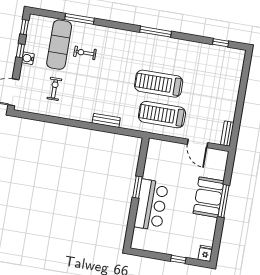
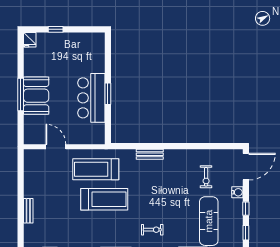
exercise bike: (85, 53) -> (152, 230), moved
water cooler: (28, 58) -> (237, 192), moved
treadmill: (162, 115) -> (96, 169), turned 180
bench: (227, 134) -> (28, 211), moved
bar counter: (151, 205) -> (91, 98), moved

